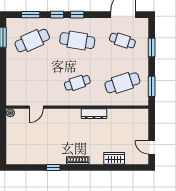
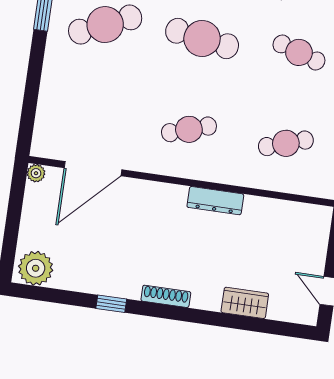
cafe table: (122, 83) -> (286, 143), width x0.73, depth x0.74
door: (36, 107) -> (93, 169), width x1.87
plant: (16, 156) -> (36, 268), added

